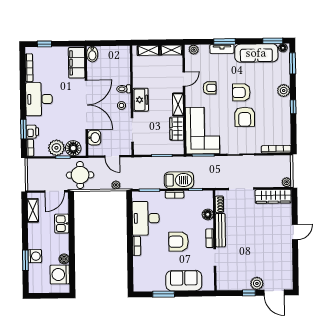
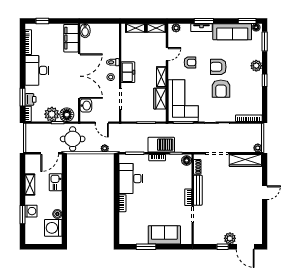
shelving: (33, 210) -> (30, 185), moved
floor lamp: (208, 214) -> (187, 160), moved
armchair: (178, 242) -> (160, 200), removed

